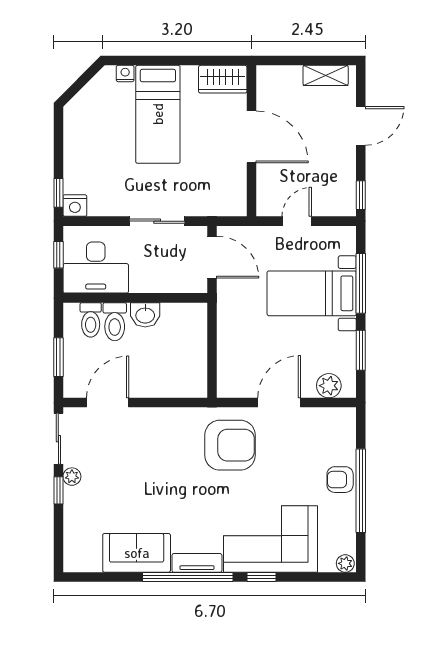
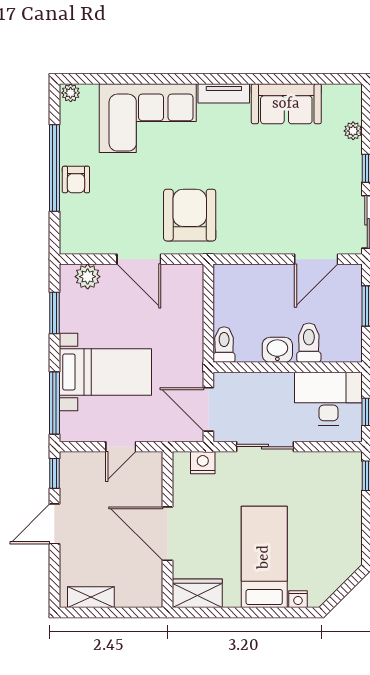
door: (361, 126) -> (54, 524), moved
nightstand: (75, 206) -> (203, 463), moved
window: (361, 283) -> (54, 403), moved
toilet: (91, 320) -> (224, 345), moved
door: (279, 403) -> (139, 259), hinge flipped
armchair: (230, 445) -> (190, 215), turned 90
plant: (72, 477) -> (353, 131), moved
armchair: (340, 480) -> (76, 180), turned 90
window: (188, 577) -> (233, 79), removed
window: (261, 577) -> (157, 79), removed

